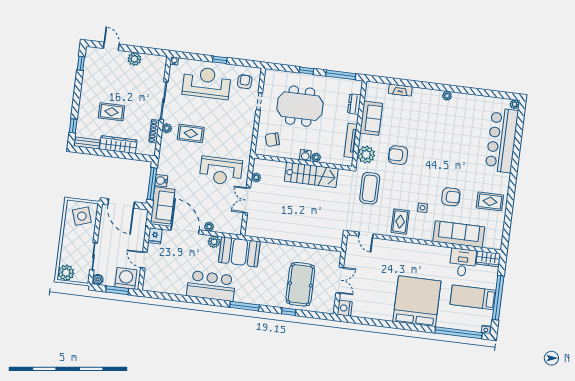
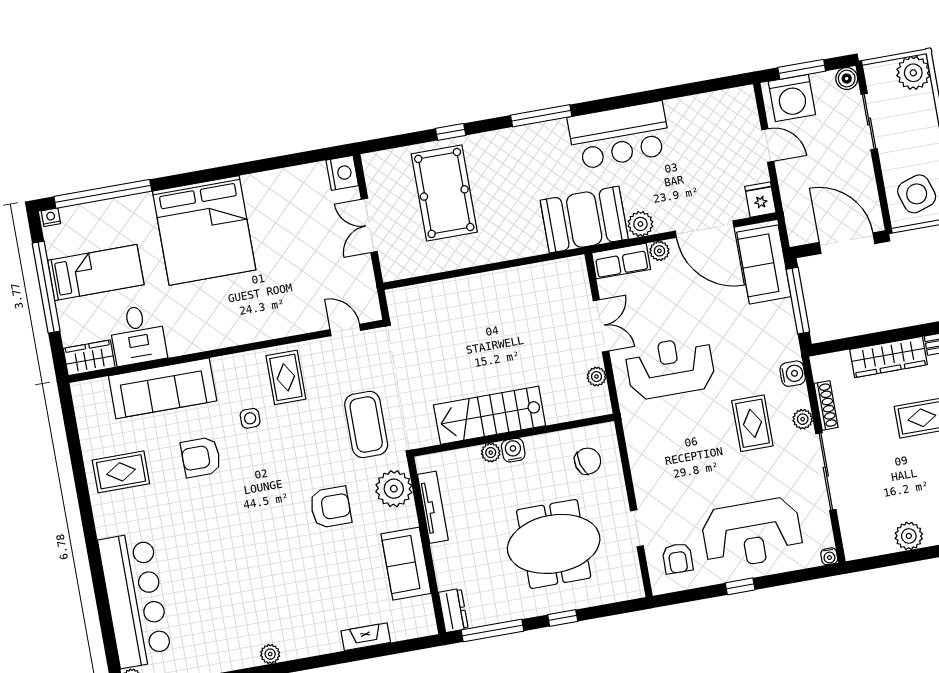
dresser: (354, 104) -> (453, 610), moved
rug: (191, 133) -> (752, 423), turned 90
water cooler: (161, 181) -> (793, 374), moved
row of seats: (228, 227) -> (621, 261), added

